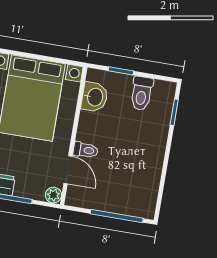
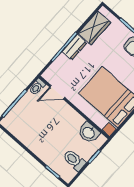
toilet: (86, 150) -> (37, 87), moved
plant: (53, 195) -> (48, 75), removed

